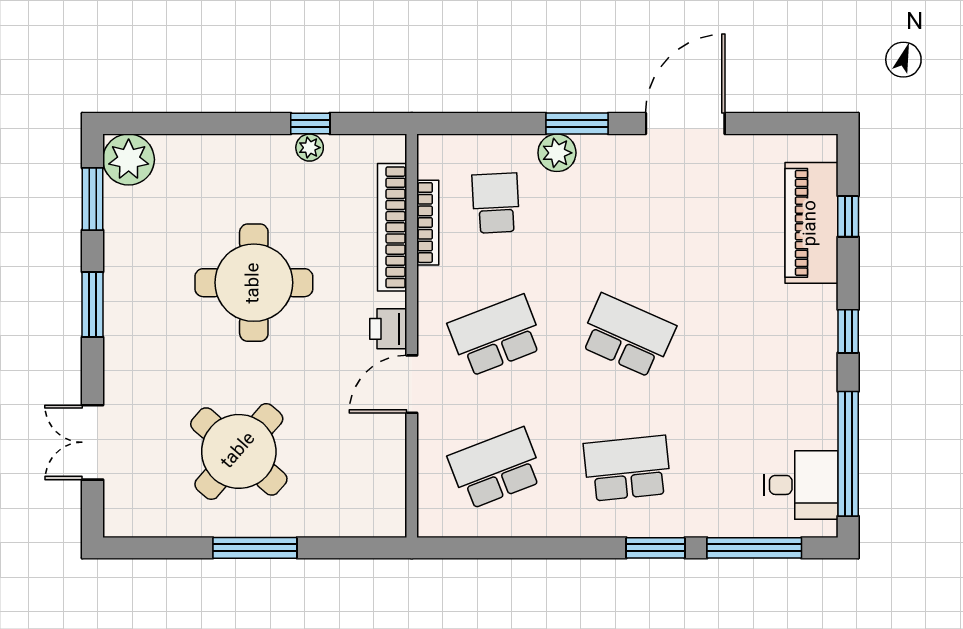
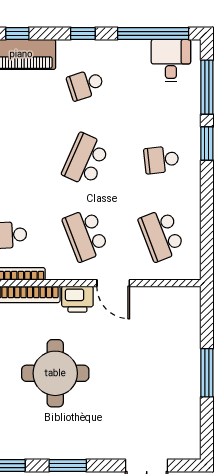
printer: (388, 329) -> (77, 299), width x1.36, depth x1.24
school desk: (759, 336) -> (86, 84), added
round table: (239, 451) -> (152, 382), removed
school desk: (627, 468) -> (161, 160), width x0.54

